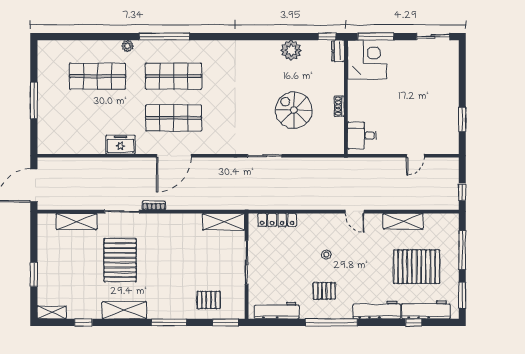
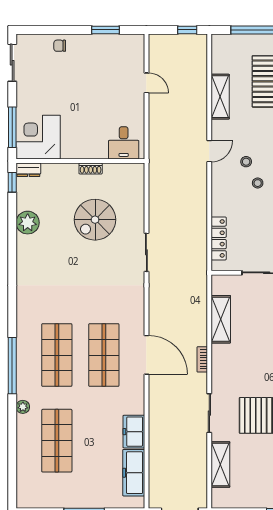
chair: (448, 79) -> (60, 46), added
freezer: (69, 144) -> (134, 473), added
freezer: (120, 145) -> (134, 432), moved
bookcase: (154, 205) -> (202, 359), moved
shelving: (224, 222) -> (221, 319), moved
stool: (345, 244) -> (246, 162), added

